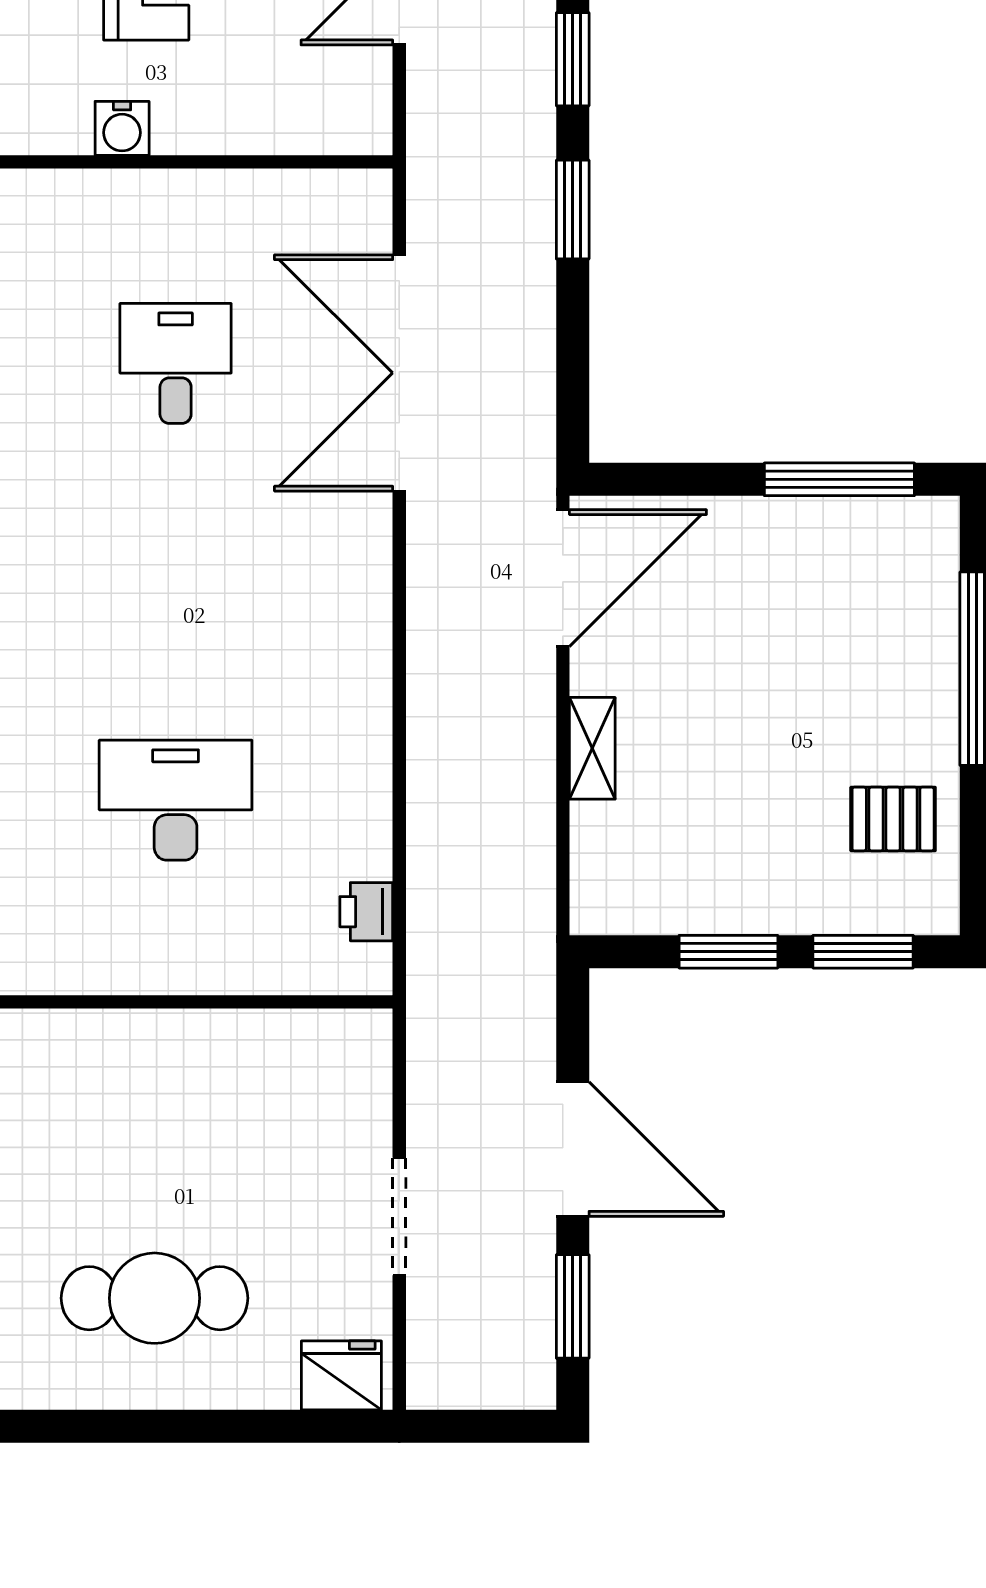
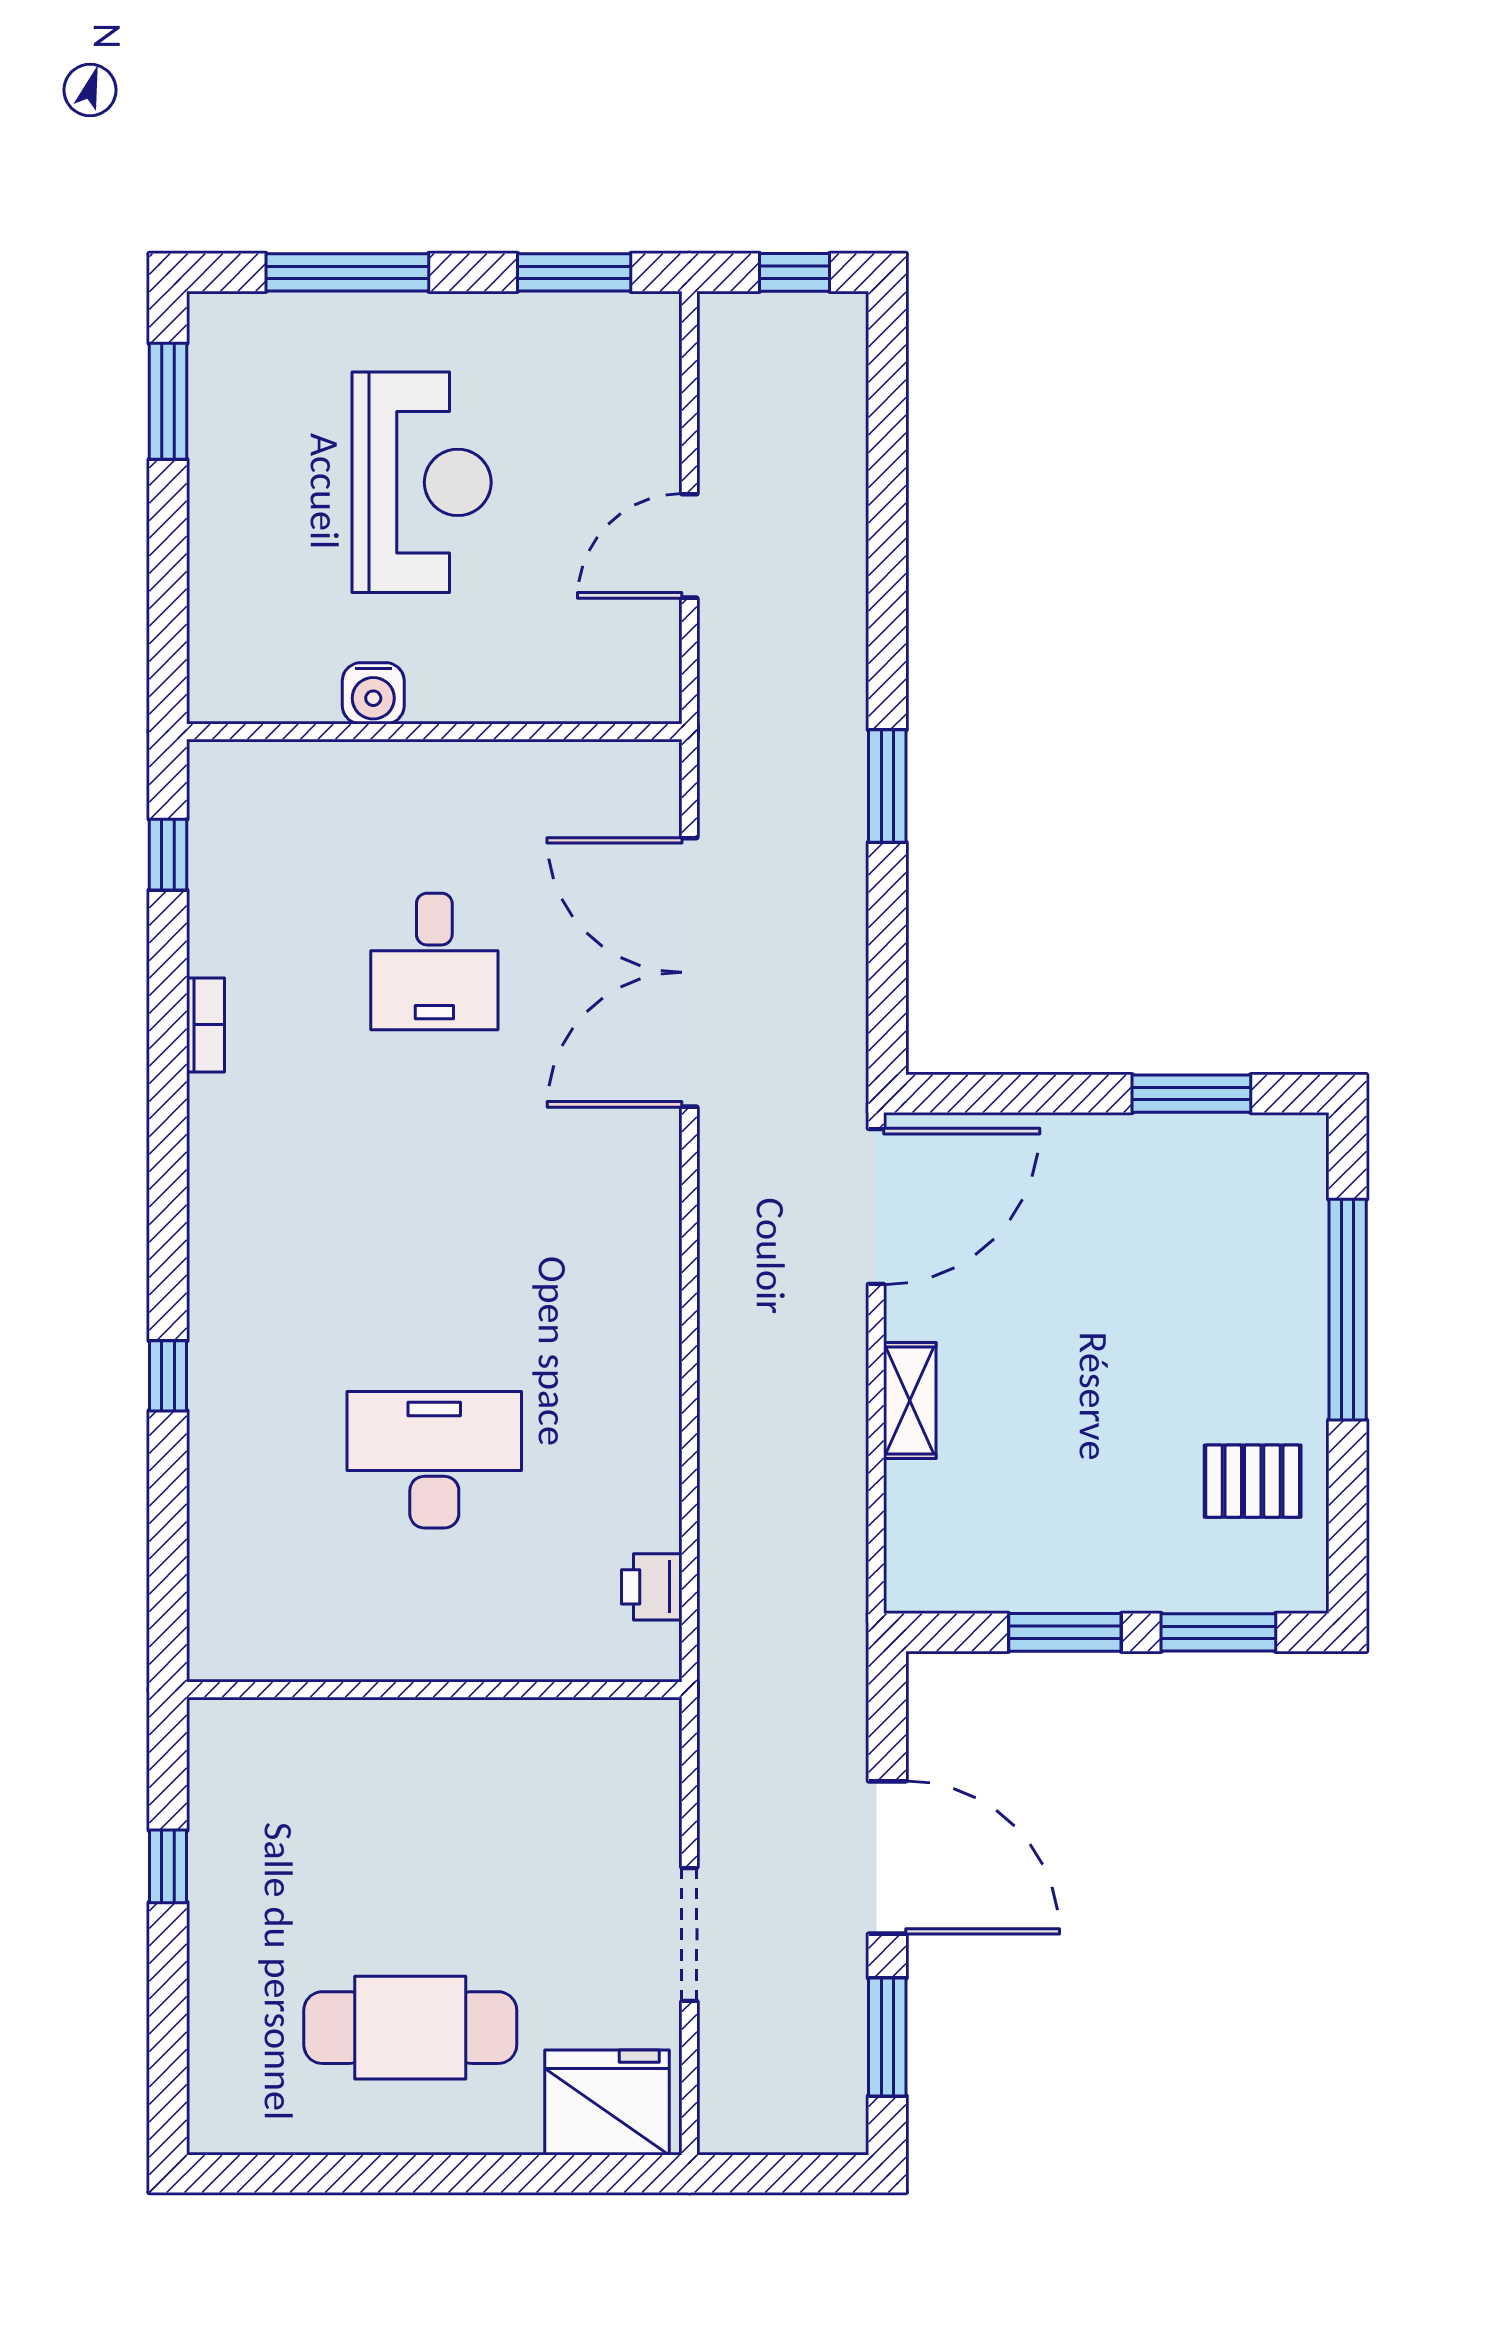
window: (573, 59) -> (887, 615), removed
desk: (176, 363) -> (434, 961), turned 180
window: (839, 479) -> (1191, 1094), width x0.69
fridge: (341, 1375) -> (607, 2102), width x1.36, depth x1.34

